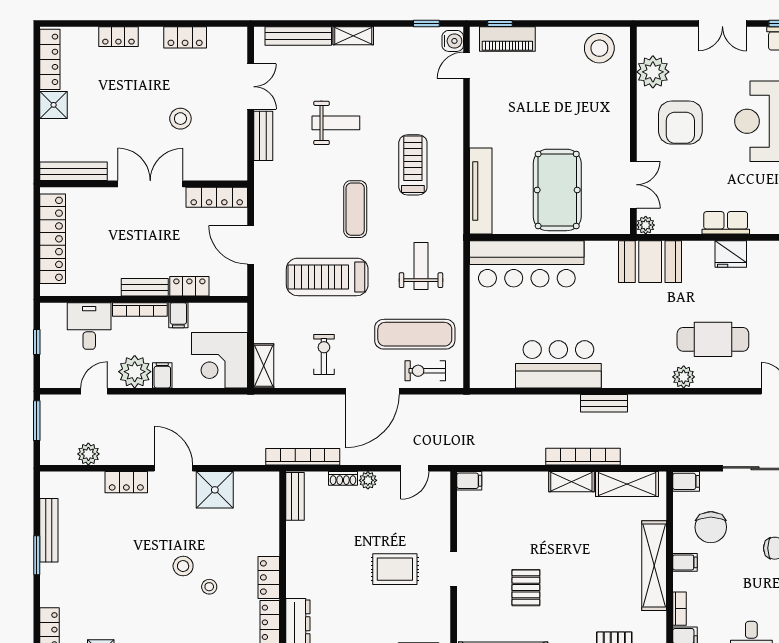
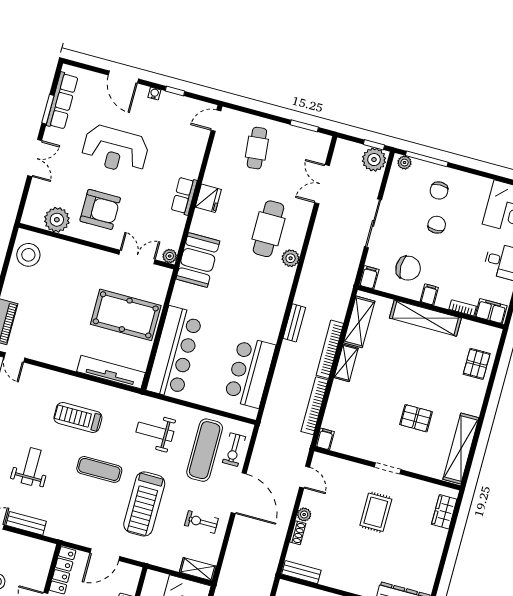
bar counter: (558, 364) -> (250, 372), moved
bookcase: (303, 457) -> (315, 406), moved

